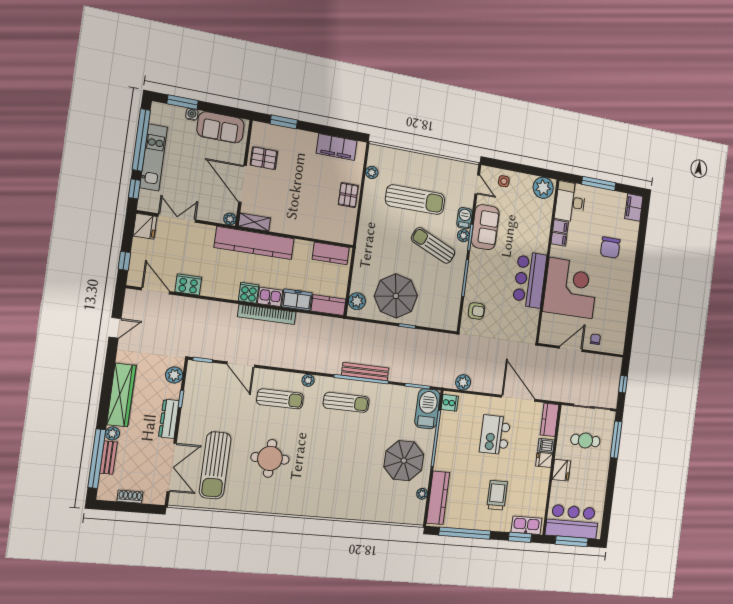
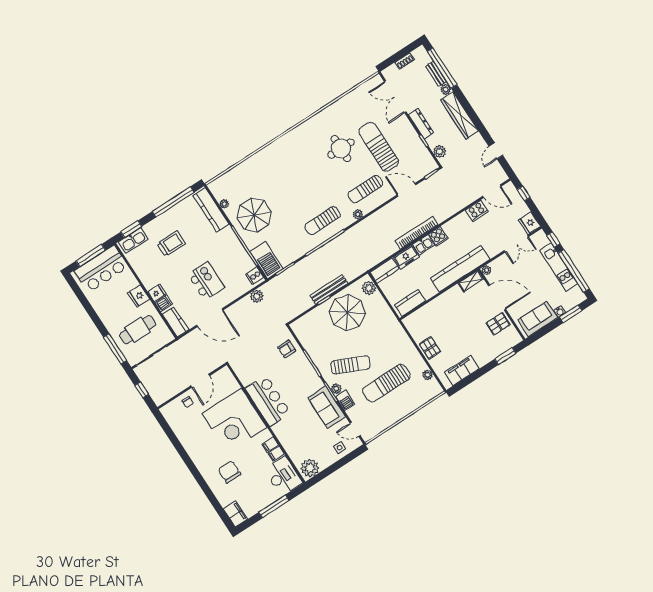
bench: (365, 372) -> (329, 289), moved
cafe table: (585, 440) -> (138, 330), width x1.37, depth x1.35
sun lounger: (215, 465) -> (379, 147), moved
trolley: (497, 495) -> (171, 244), turned -90

